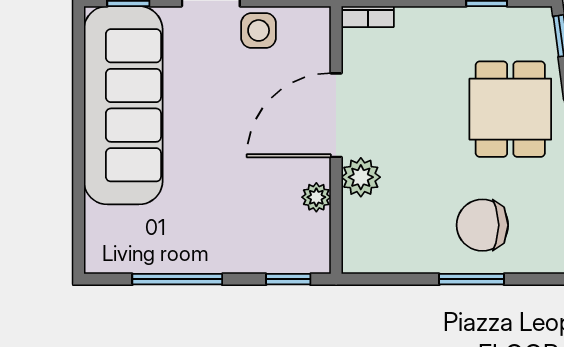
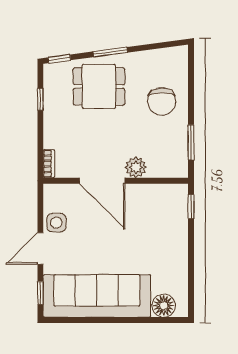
plant: (316, 197) -> (147, 191), removed
floor lamp: (105, 229) -> (164, 306), added
window: (177, 279) -> (191, 267), removed
window: (472, 279) -> (191, 142), moved

